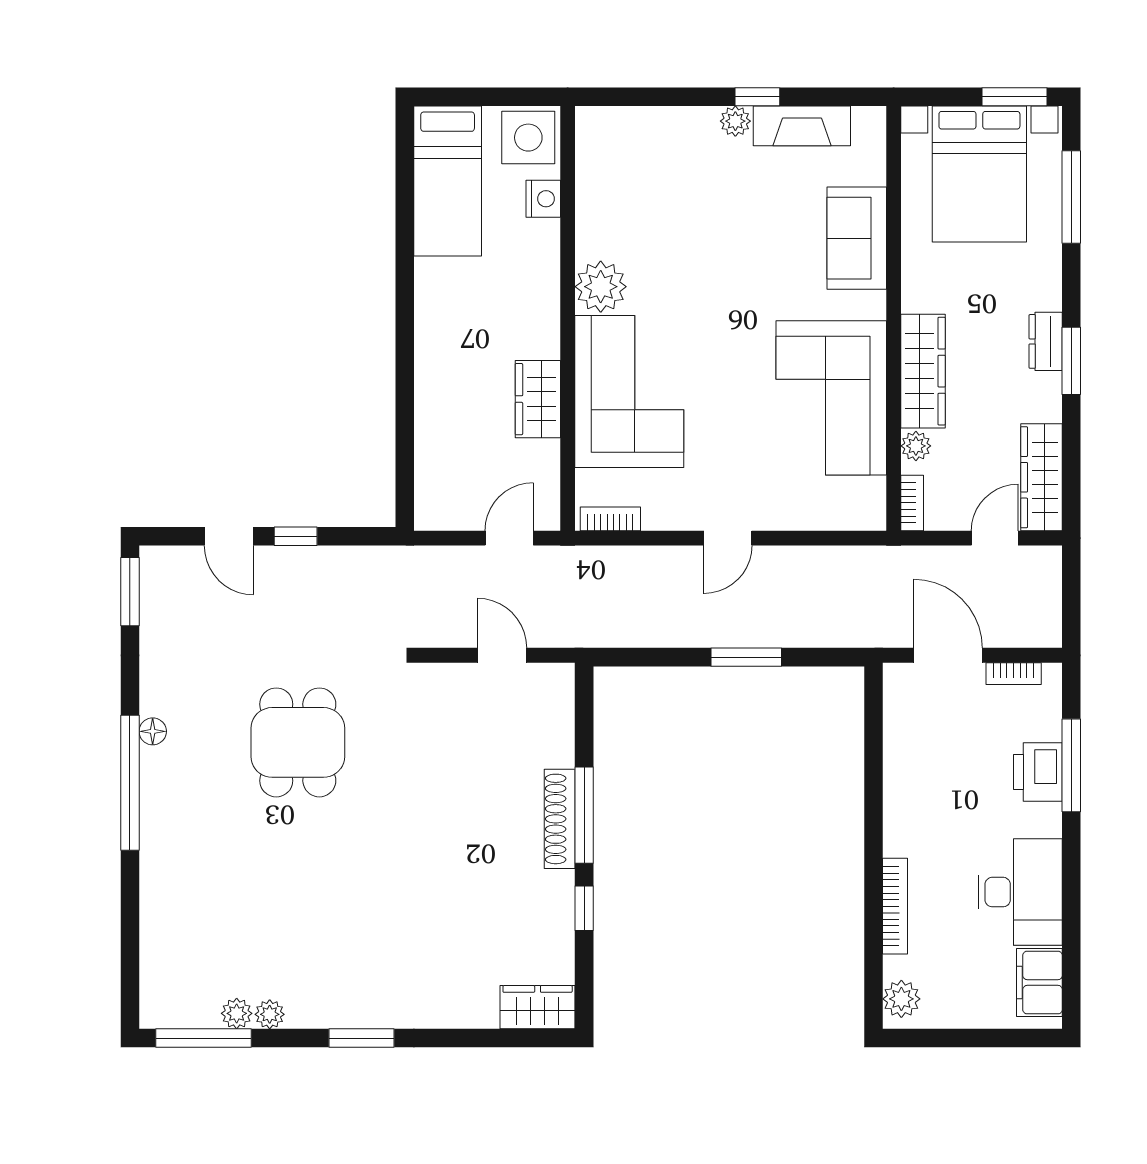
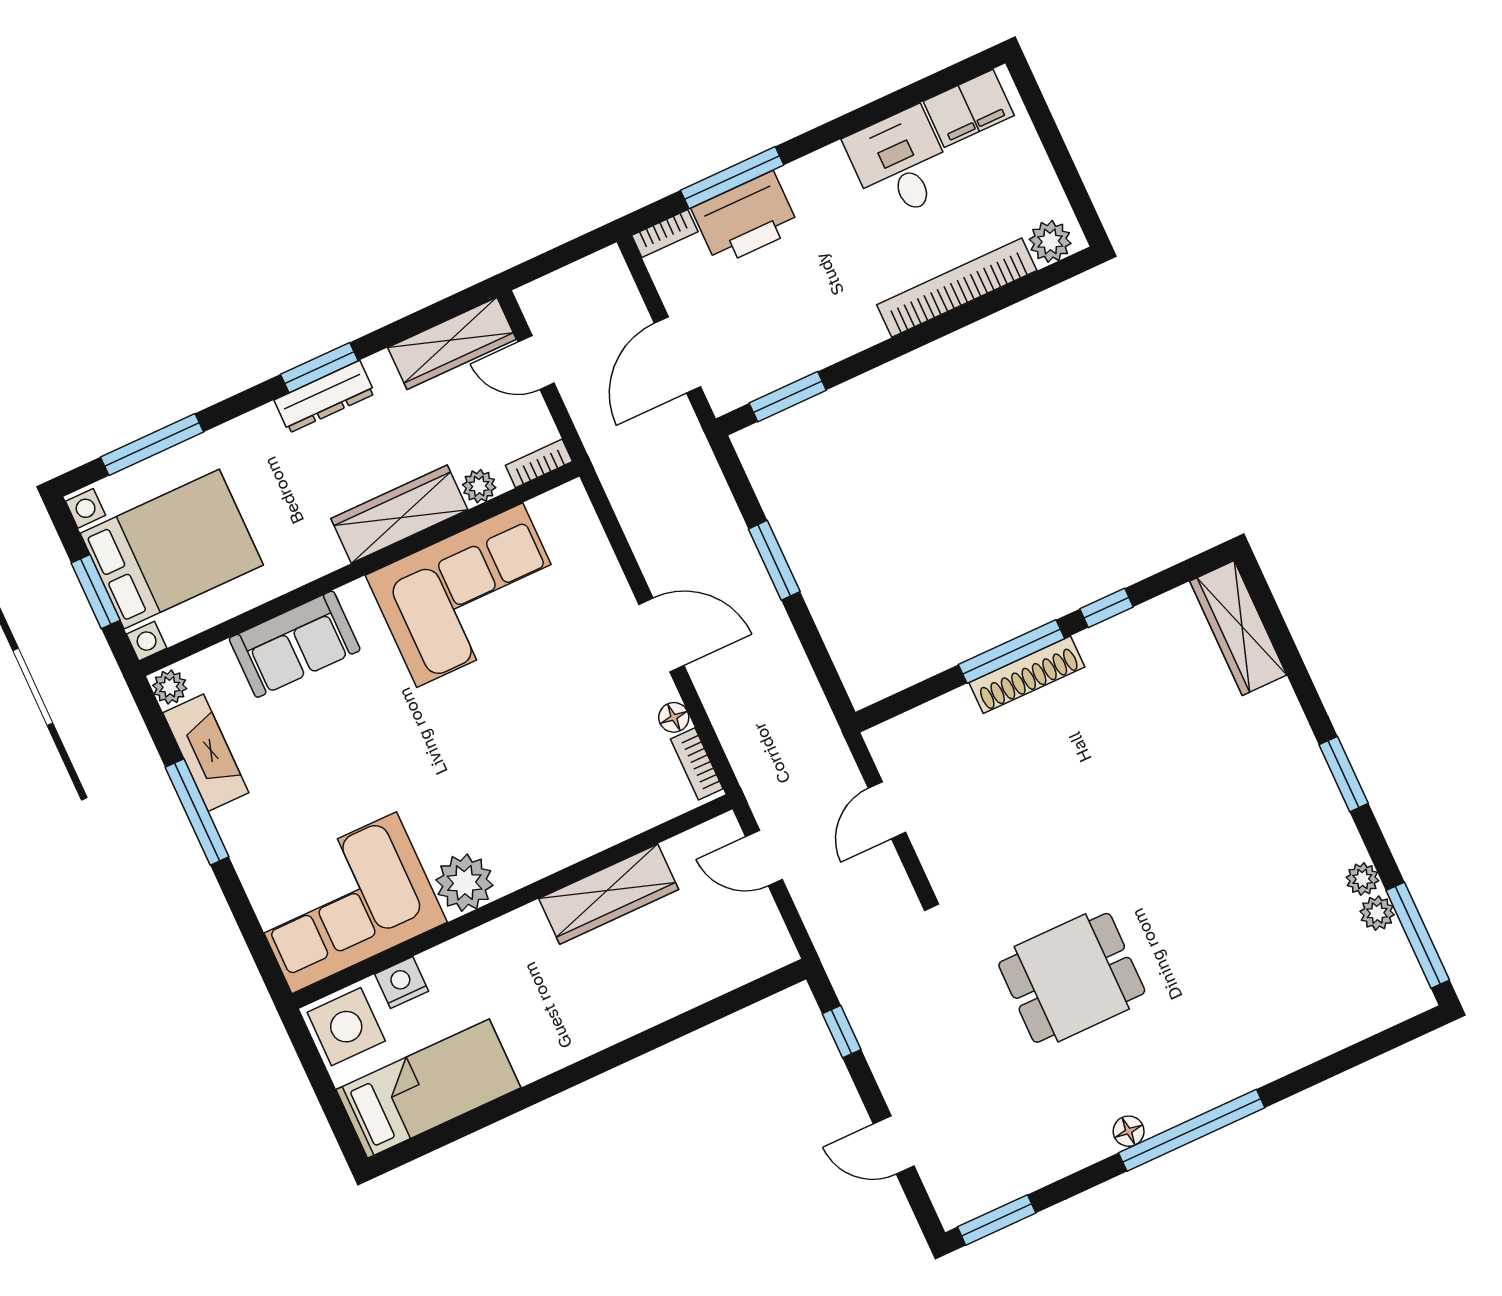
window: (757, 97) -> (197, 812), width x2.17
window: (1015, 97) -> (96, 592), moved
plant: (735, 121) -> (170, 687), moved
dresser: (1046, 341) -> (324, 397), width x1.44
corner sofa: (629, 391) -> (344, 903), moved
wardrobe: (538, 399) -> (609, 894), width x1.50
floor lamp: (657, 517) -> (674, 717), added
door: (229, 536) -> (894, 1145), swing flipped
window: (296, 536) -> (842, 1032), moved
door: (728, 538) -> (661, 635), width x1.38
bookcase: (1014, 674) -> (665, 234), moved, turned 90
window: (874, 729) -> (788, 397), added
printer: (1038, 772) -> (745, 219), width x1.37, depth x1.19
desk: (1020, 892) -> (900, 164), width x0.73
bookcase: (895, 906) -> (957, 288), width x1.48, depth x1.31
wardrobe: (538, 1007) -> (1238, 628), width x1.50

